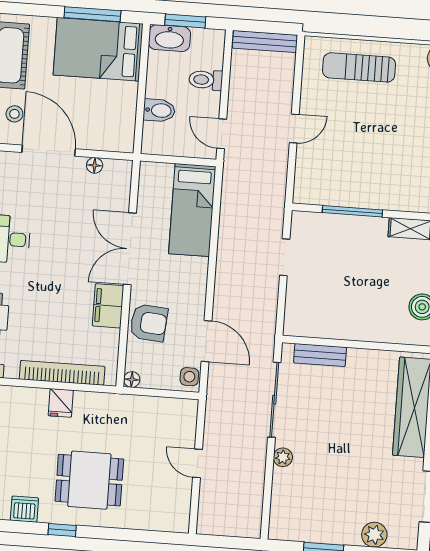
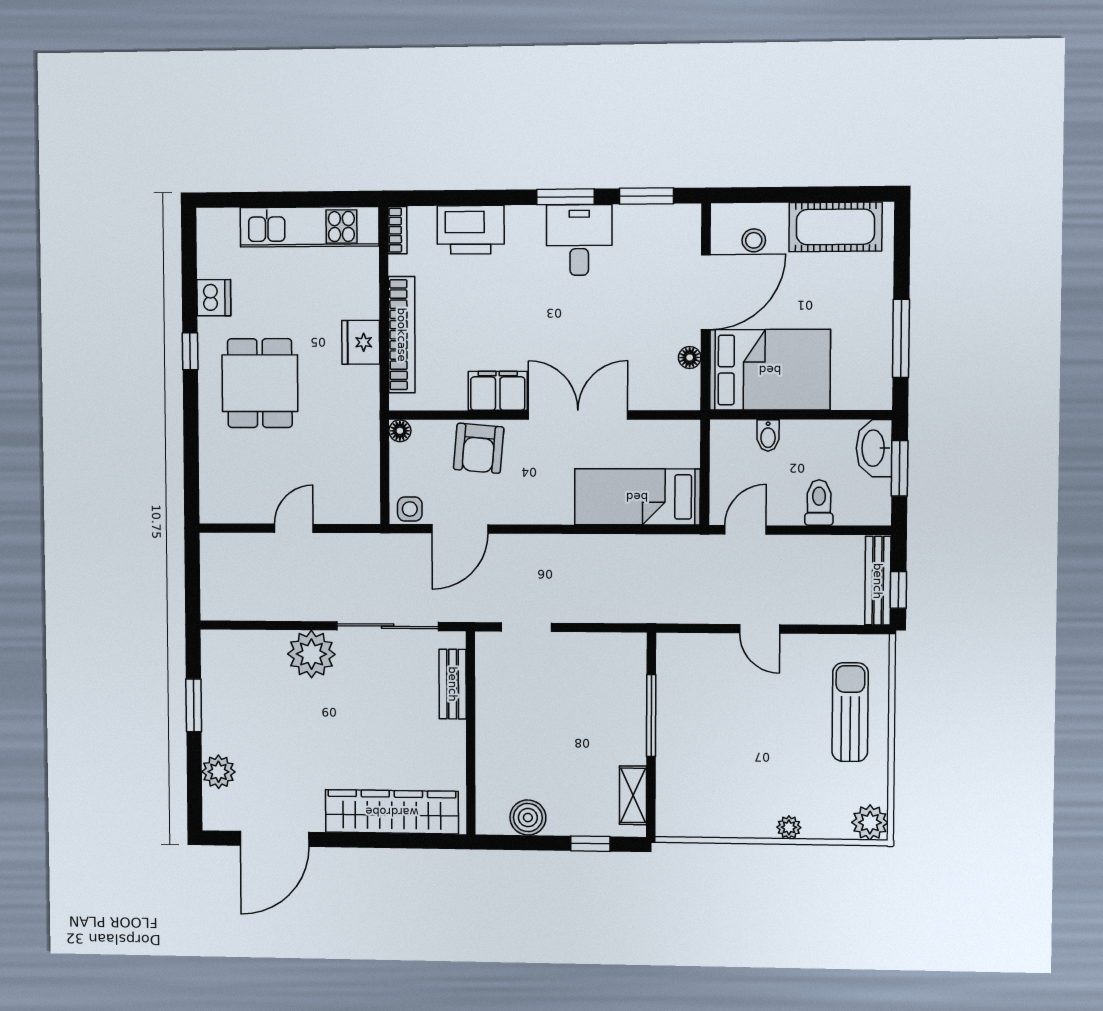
window: (273, 27) -> (898, 590), added
bed: (98, 49) -> (770, 370), moved, turned 90
bidet: (159, 110) -> (768, 435), width x0.72, depth x0.74
doorway: (285, 257) -> (526, 627), moved
fridge: (61, 403) -> (361, 342), width x1.38
plant: (283, 457) -> (311, 654), width x1.88, depth x1.88

